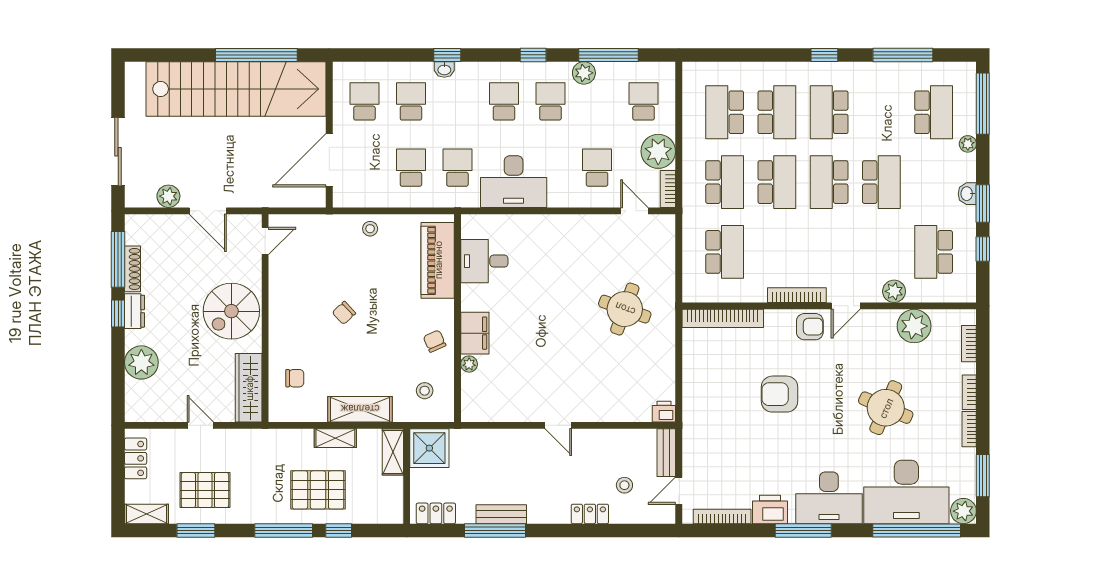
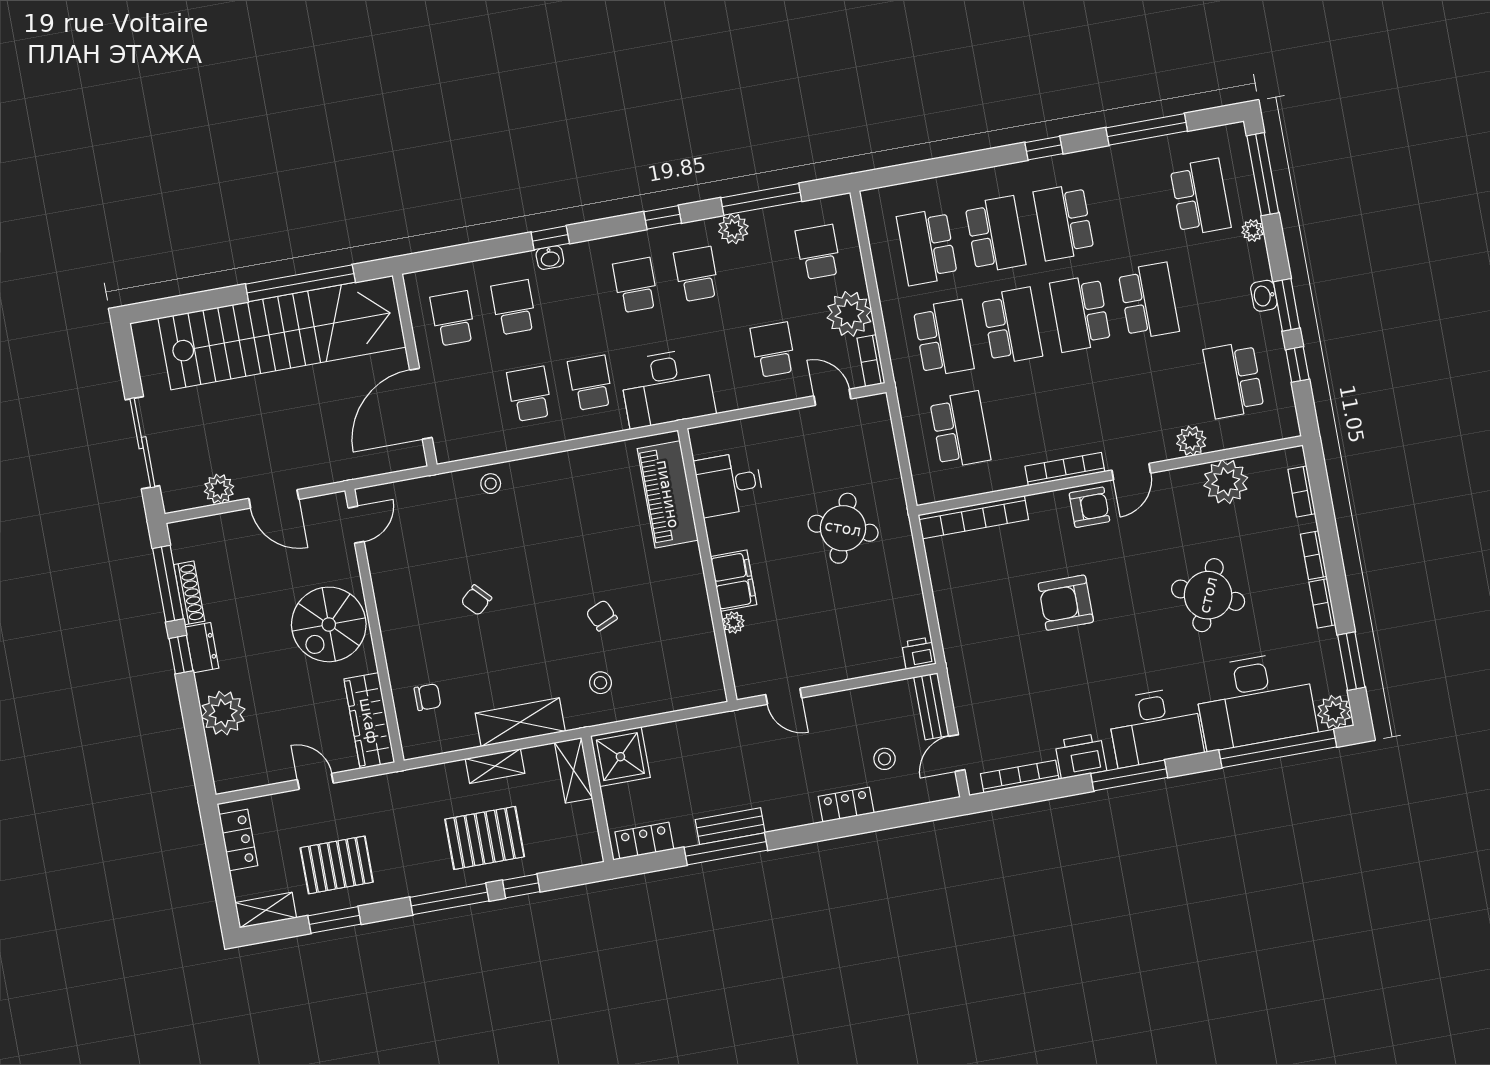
piano: (438, 260) -> (668, 494), moved
desk: (484, 261) -> (729, 484), moved
wall: (458, 318) -> (707, 565), moved
filing cabinet: (475, 333) -> (734, 581), moved
plant: (469, 364) -> (733, 623), moved

